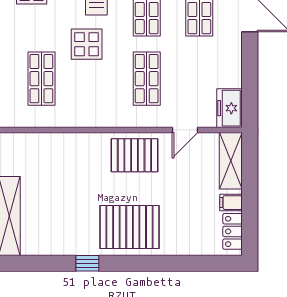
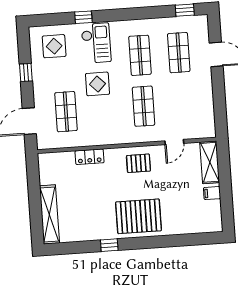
freezer: (229, 108) -> (206, 124), removed
pallet: (134, 155) -> (138, 163), width x0.67, depth x0.71
locker: (233, 231) -> (90, 157), moved, turned -90

